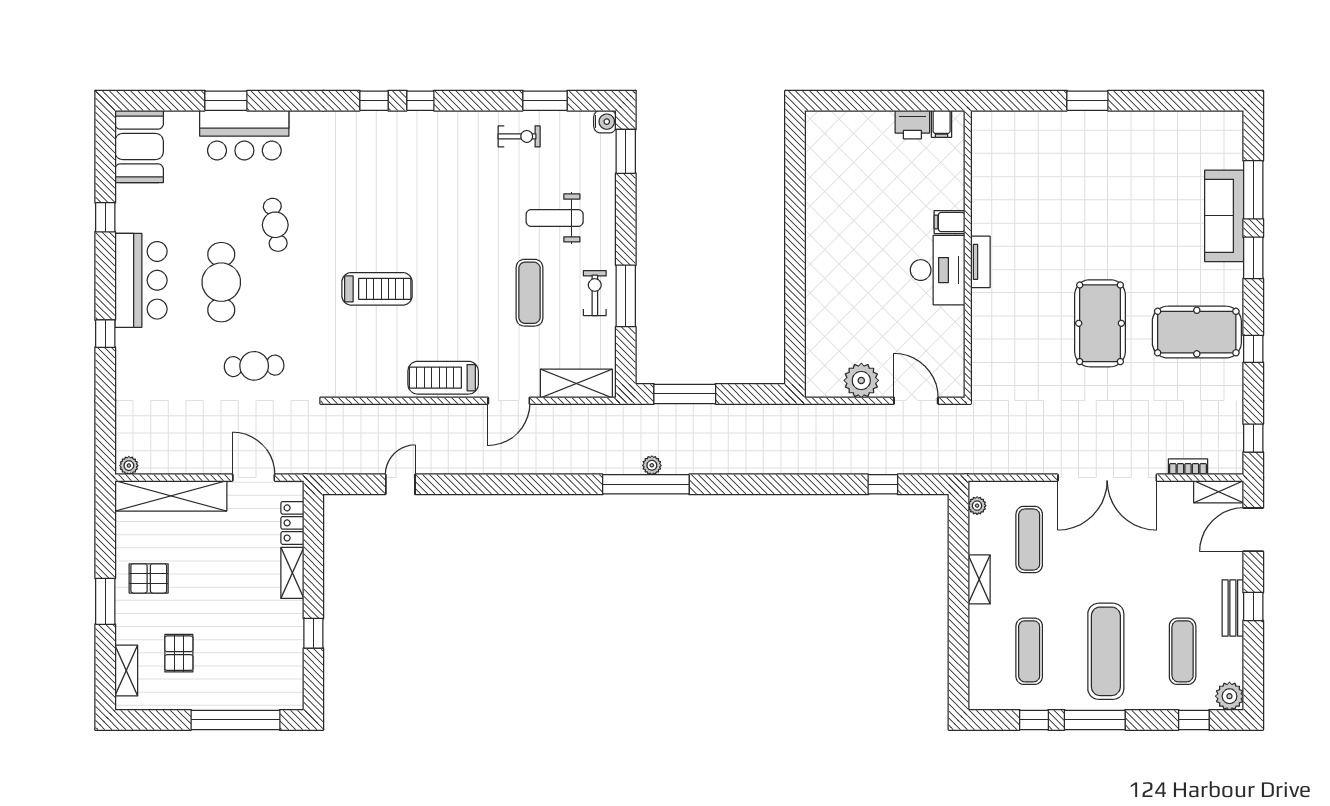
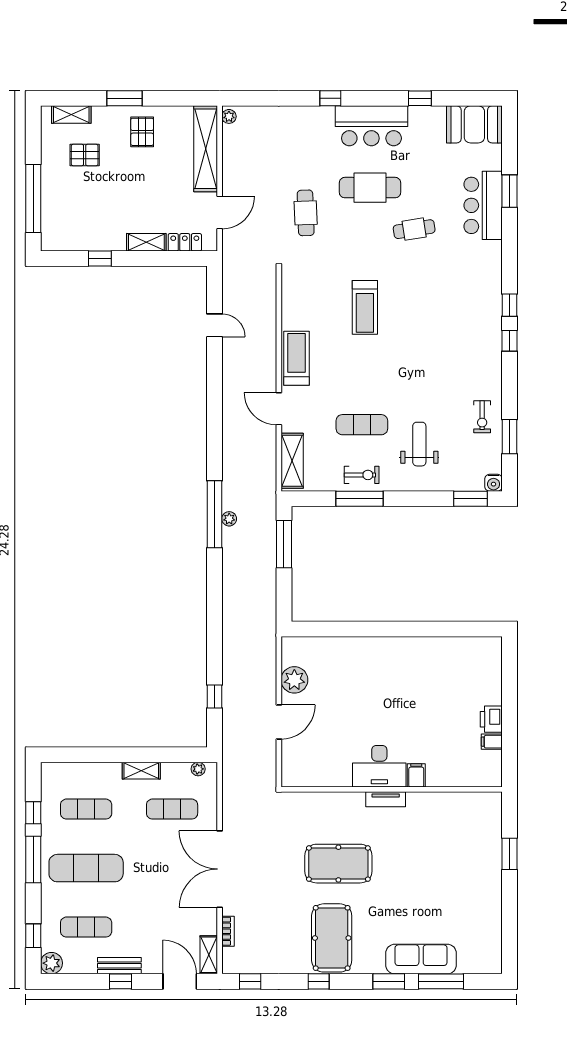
filing cabinet: (949, 222) -> (416, 775), moved
wall: (968, 254) -> (392, 789), moved
tv unit: (980, 262) -> (386, 799), moved
desk: (938, 270) -> (379, 766), moved

